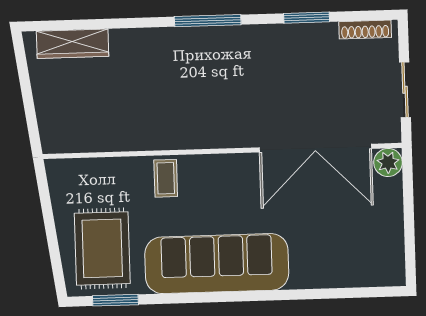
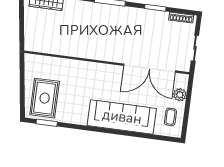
plant: (388, 162) -> (180, 95), moved
coffee table: (166, 178) -> (170, 117), moved
sofa: (217, 264) -> (122, 117), moved

